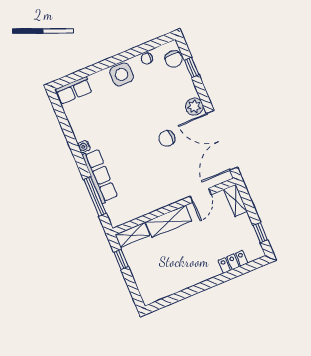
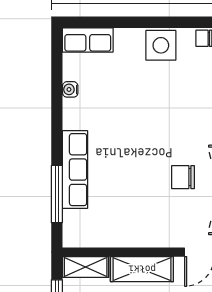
chair: (167, 138) -> (183, 177), moved
water cooler: (84, 147) -> (70, 89), moved

